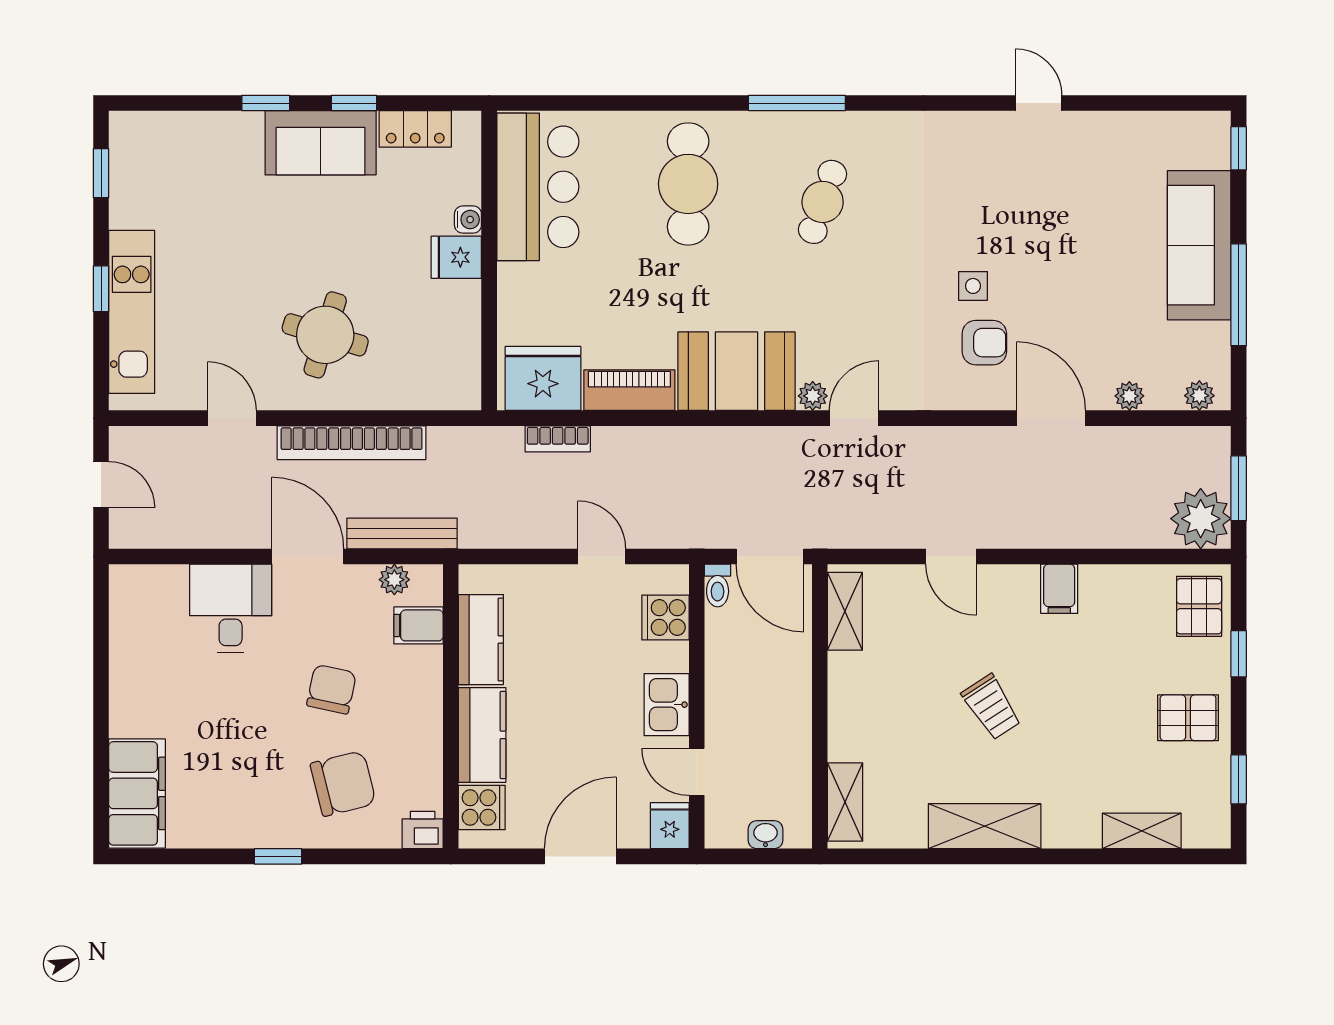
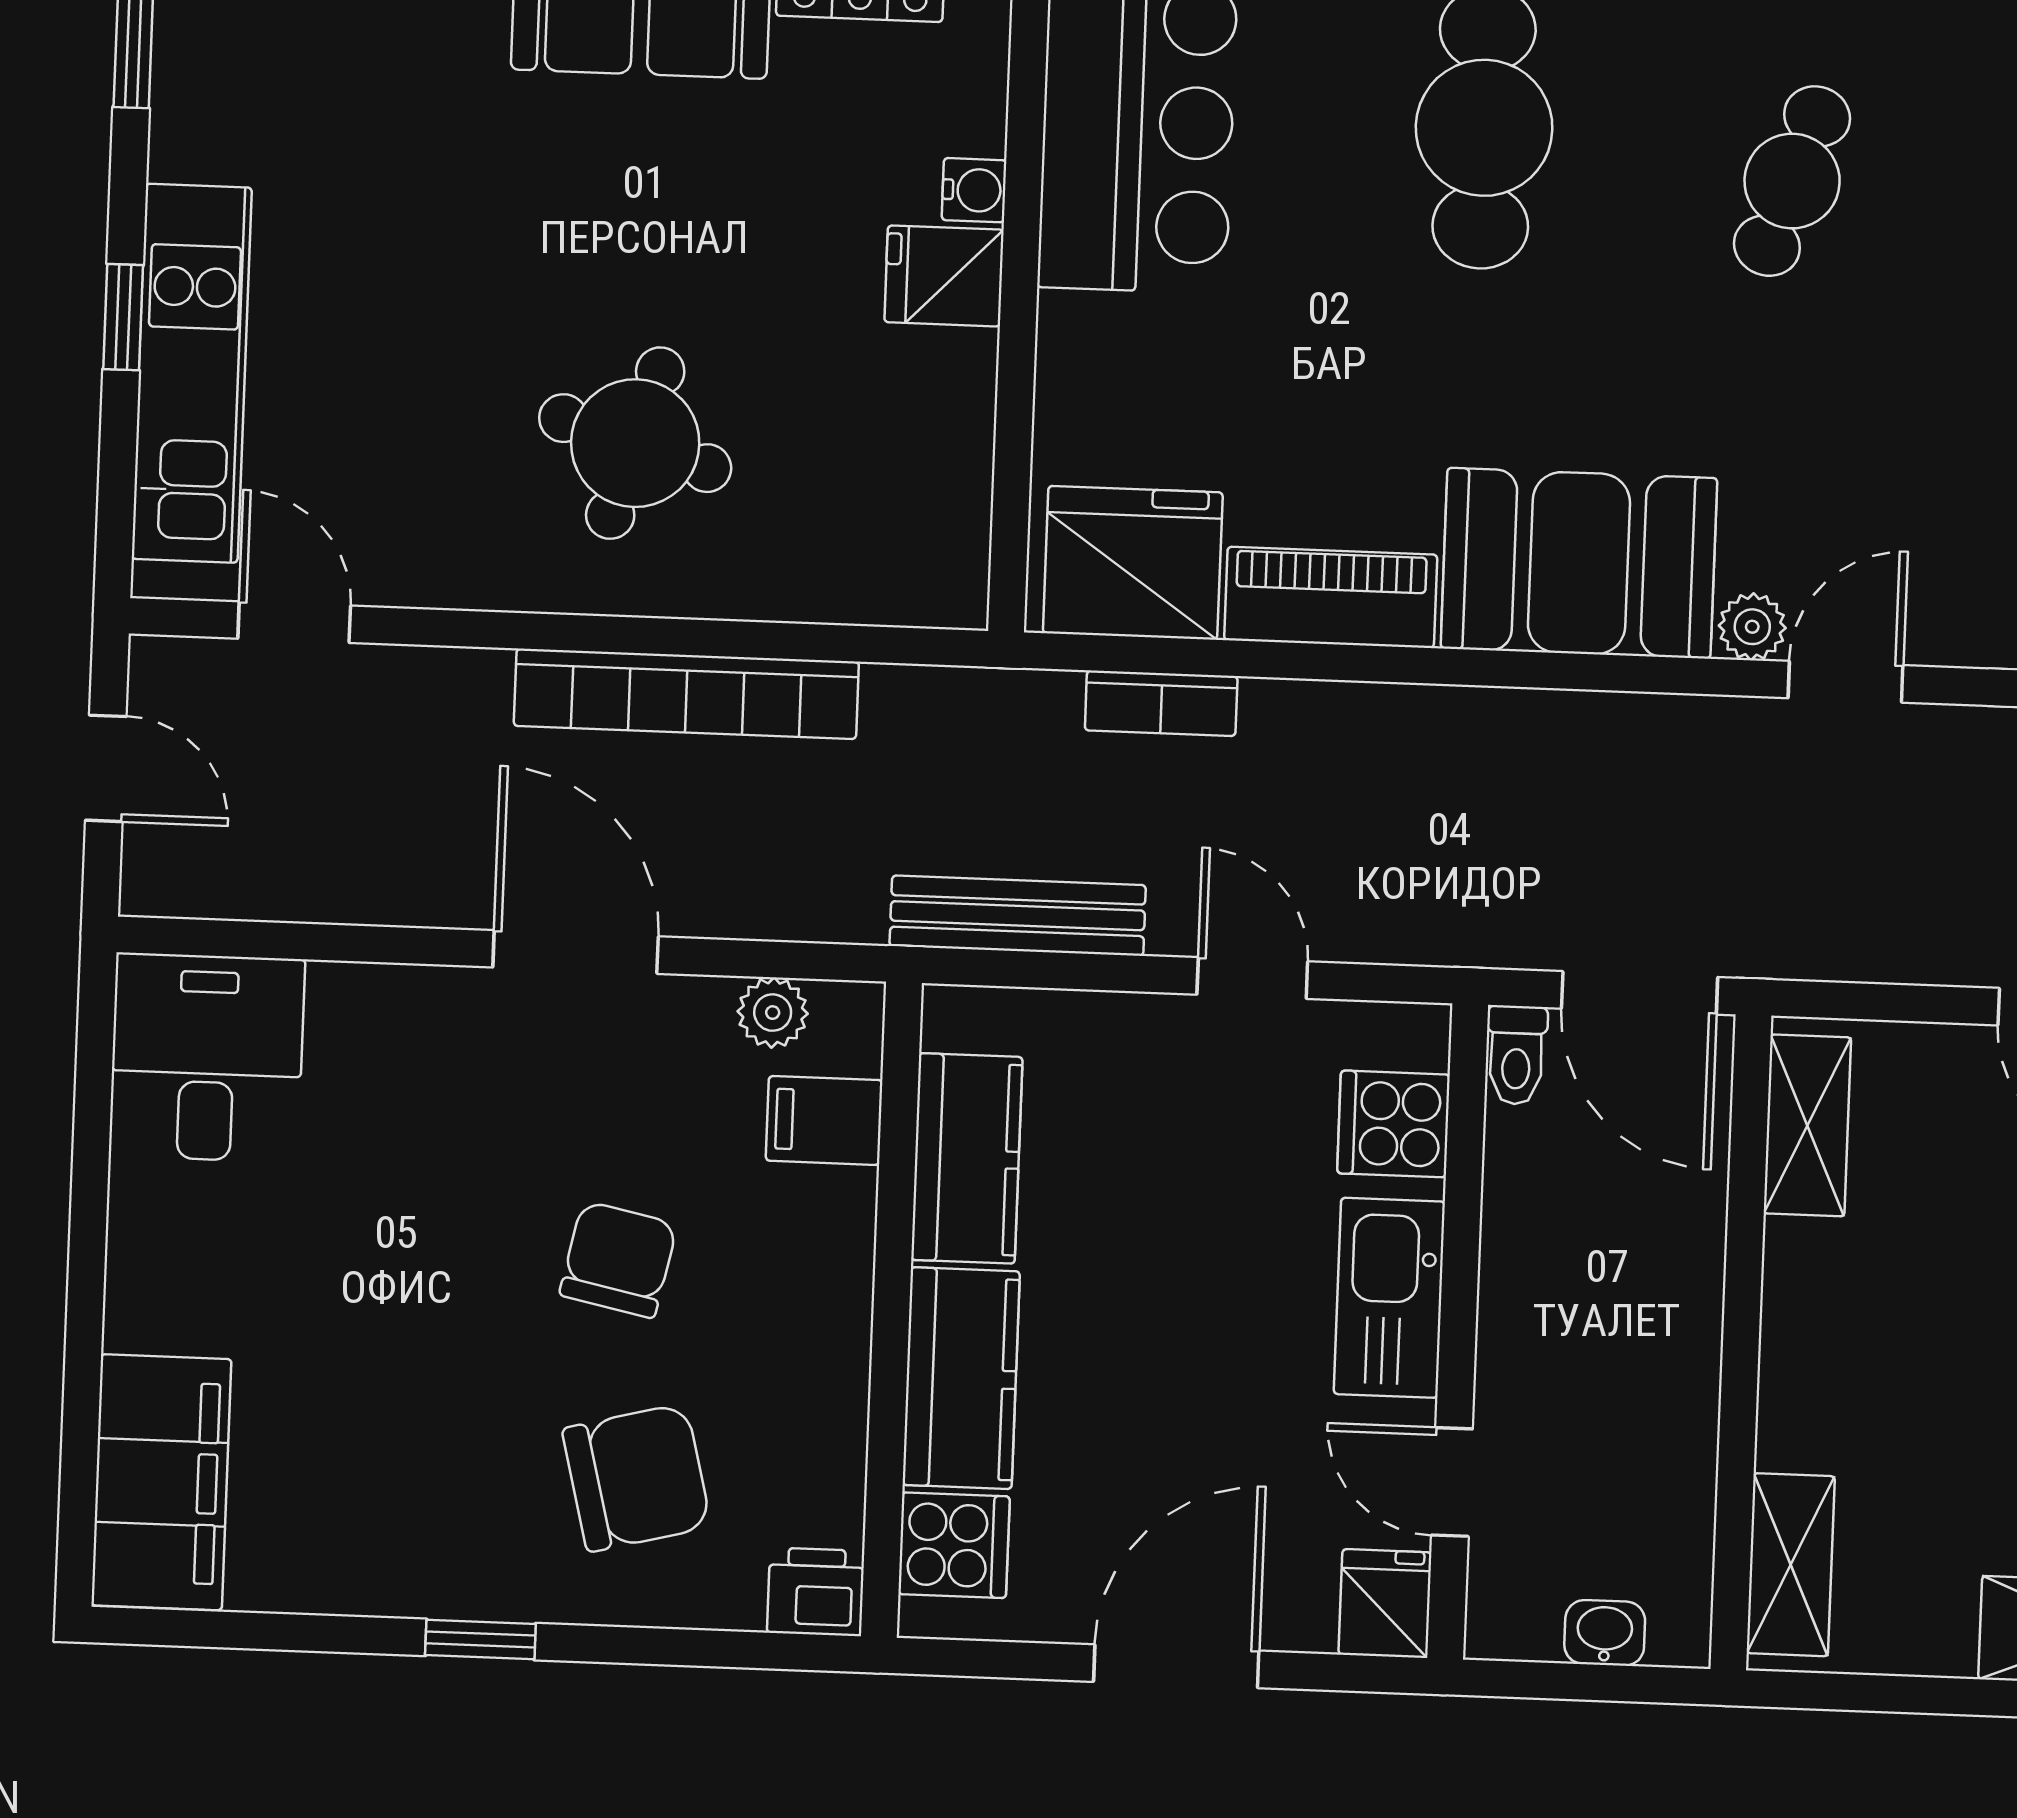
door: (232, 418) -> (294, 622), moved
bench: (402, 533) -> (1018, 916), moved
desk: (231, 608) -> (207, 1058), moved
kitchen sink: (667, 705) -> (1389, 1298), width x1.38

